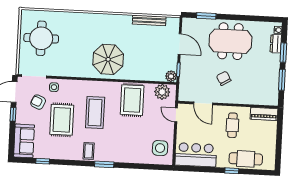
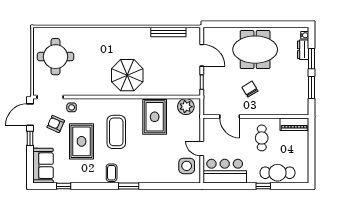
window: (206, 16) -> (228, 24), removed
plant: (171, 76) -> (194, 90), removed
door: (176, 115) -> (202, 148), moved

